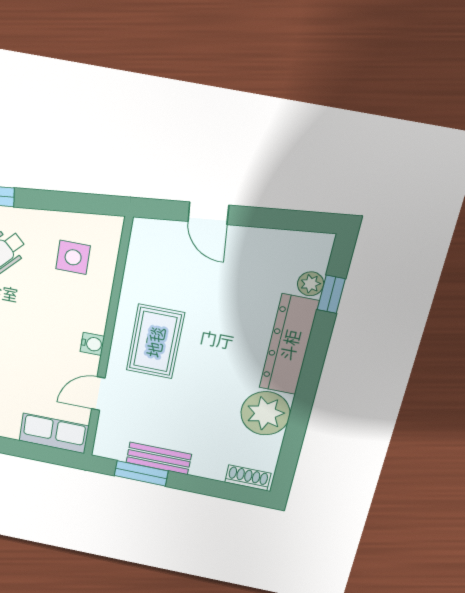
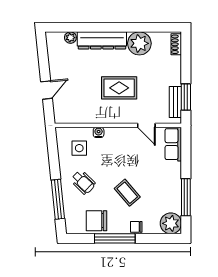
window: (331, 294) -> (74, 27), removed
rug: (155, 342) -> (119, 88), moved
water cooler: (92, 344) -> (99, 132), moved
bench: (159, 458) -> (175, 102), moved

